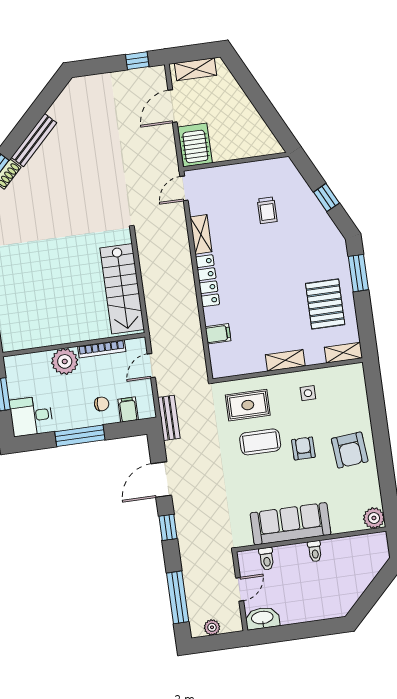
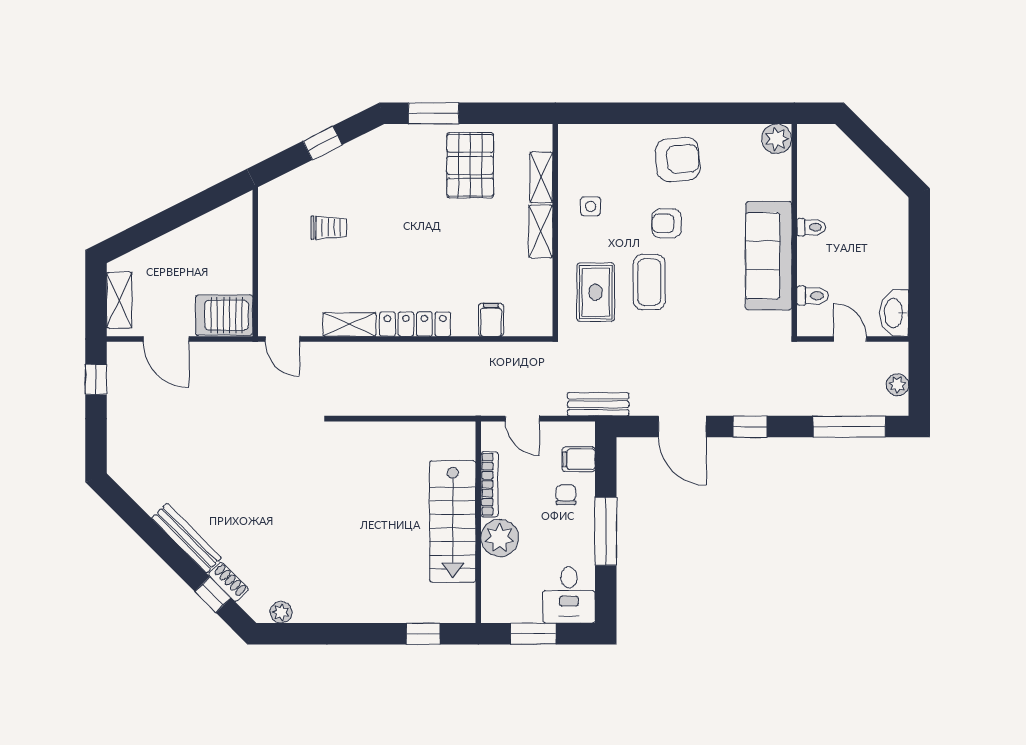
stairs: (122, 289) -> (453, 521), moved, turned 90
pallet: (325, 304) -> (470, 165), turned 90
shelving: (343, 353) -> (541, 177), moved

